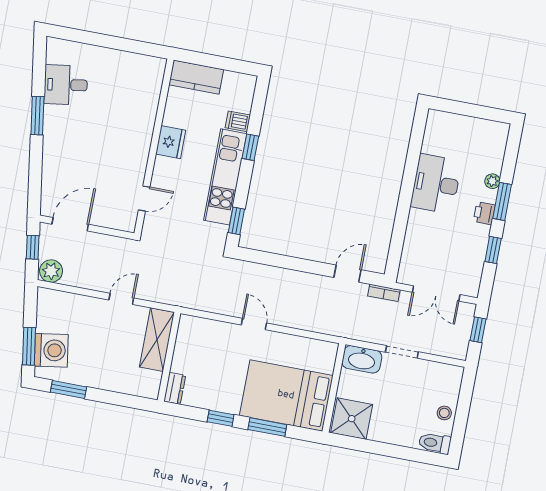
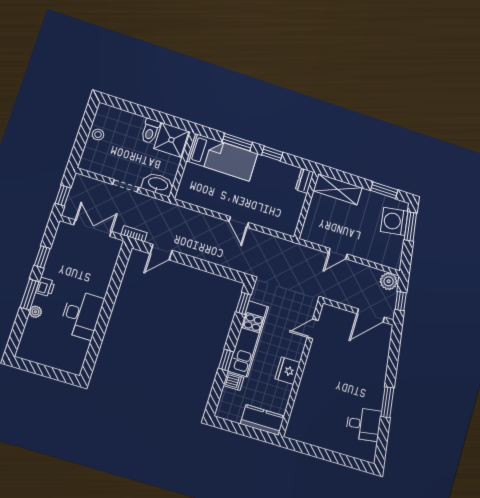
shelving: (157, 340) -> (338, 189), moved, turned 90
bed: (286, 395) -> (222, 157), width x0.67
toilet: (435, 443) -> (150, 131), moved, turned 90

